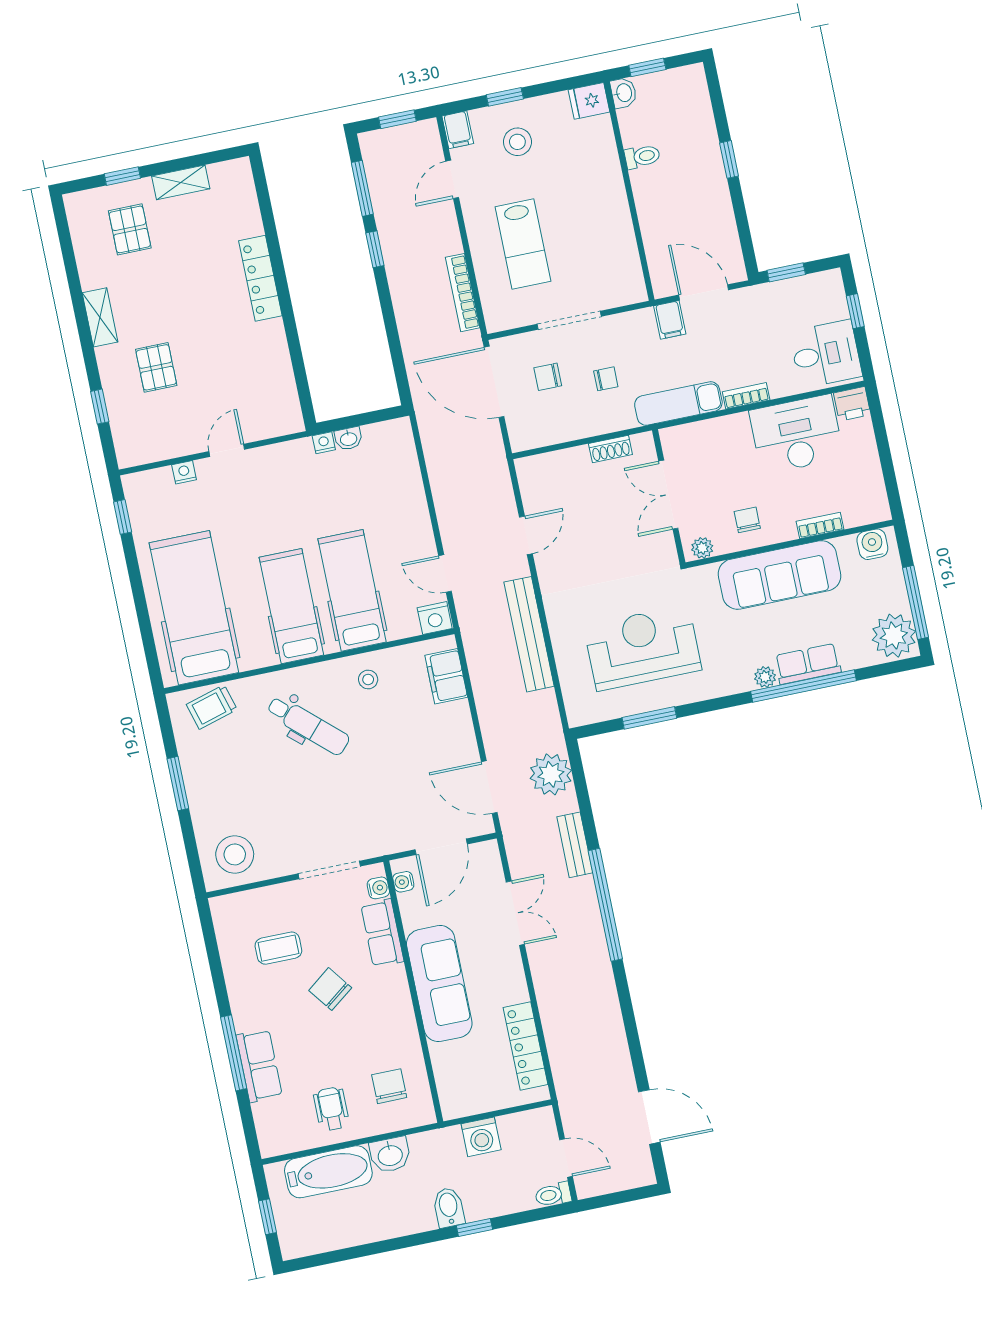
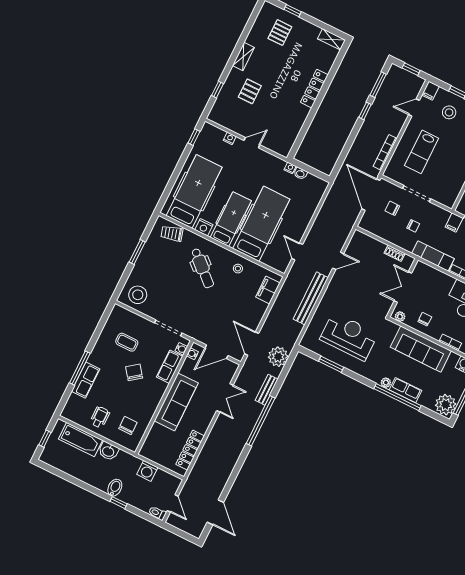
shelving: (181, 182) -> (331, 39), moved
hospital bed: (352, 590) -> (261, 224), width x1.37, depth x1.29
nightstand: (435, 618) -> (204, 227), moved

